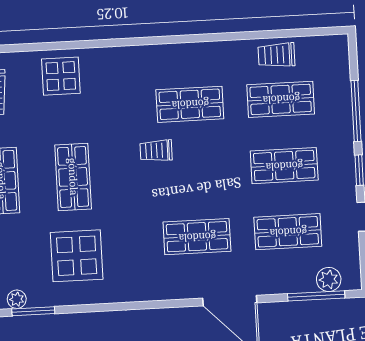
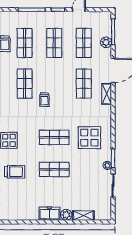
plant: (329, 279) -> (106, 42), moved
shelving: (177, 289) -> (107, 94), added

